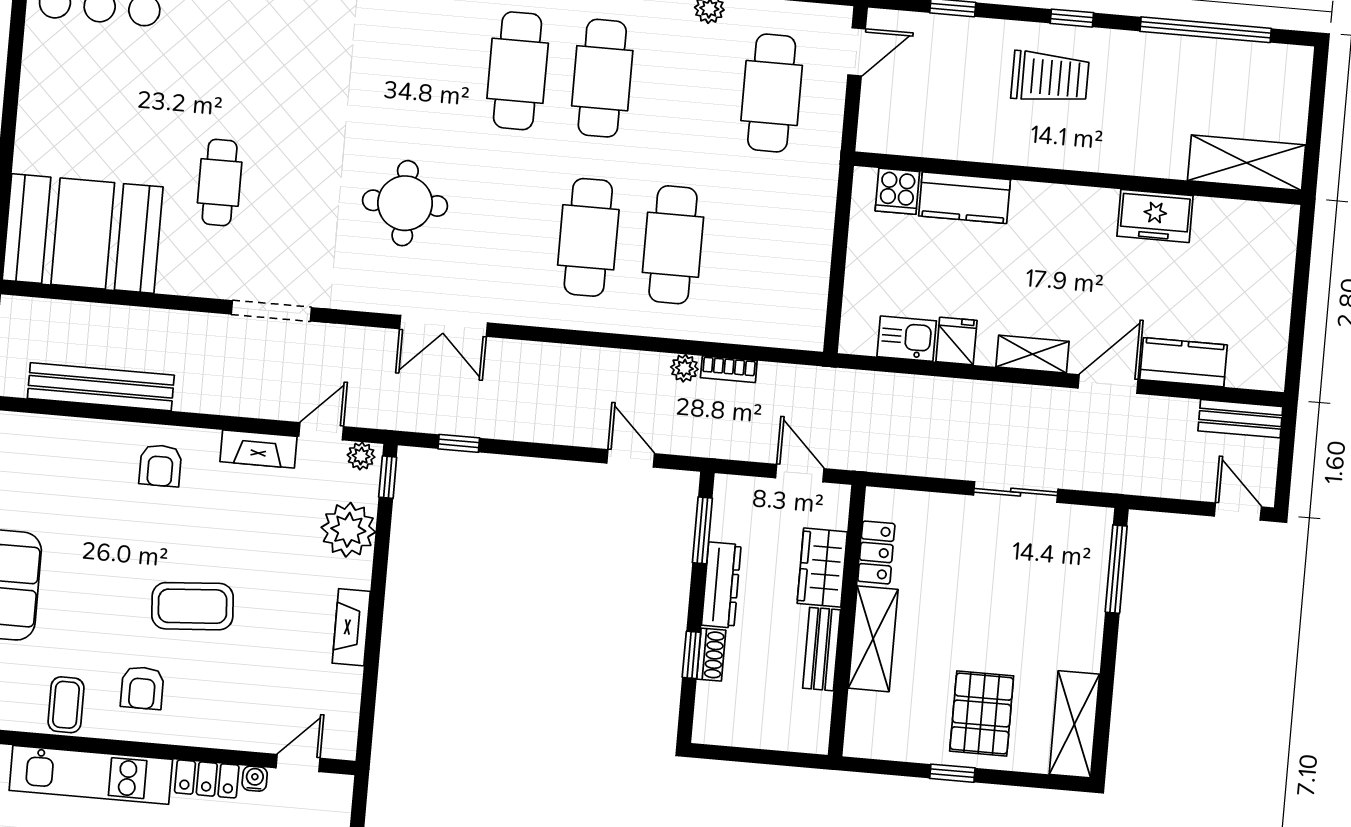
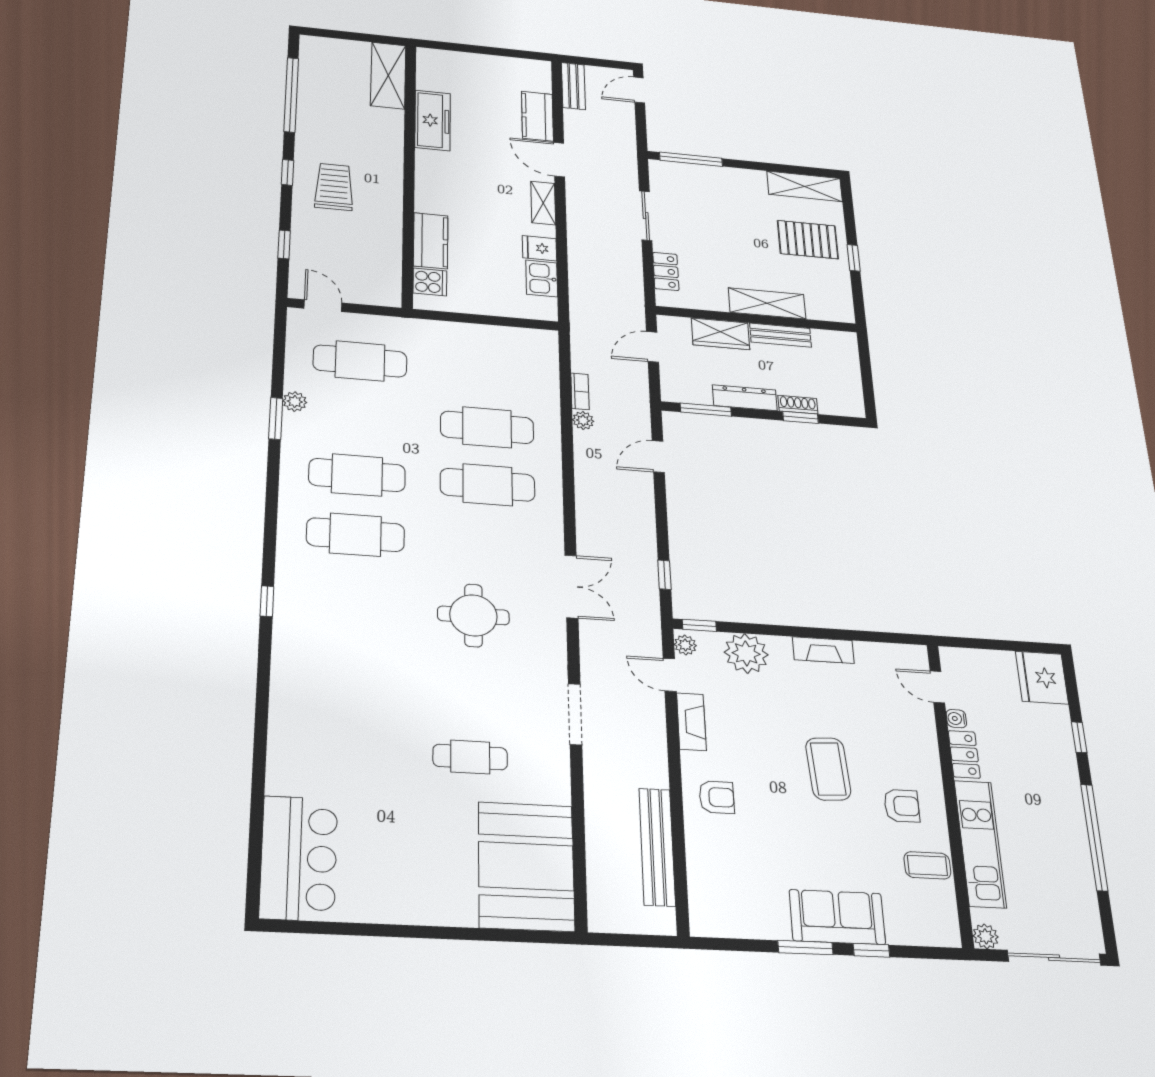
freezer: (1155, 216) -> (433, 120), width x1.40
locker: (876, 552) -> (666, 271), moved, turned 90

